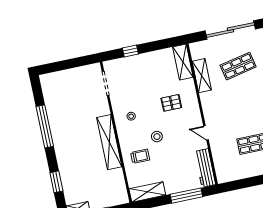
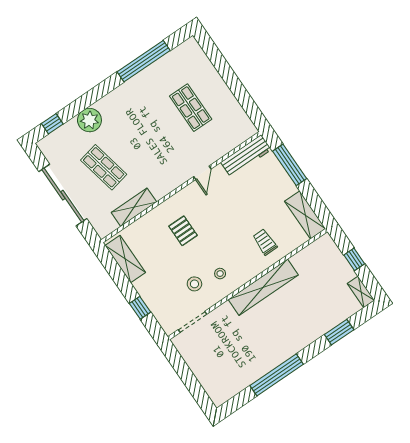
shelving: (183, 62) -> (125, 259), moved, turned 90
stool: (157, 137) -> (194, 284), moved

